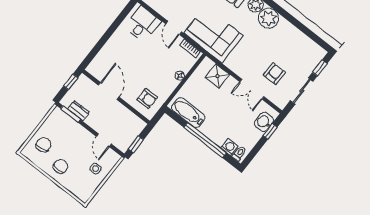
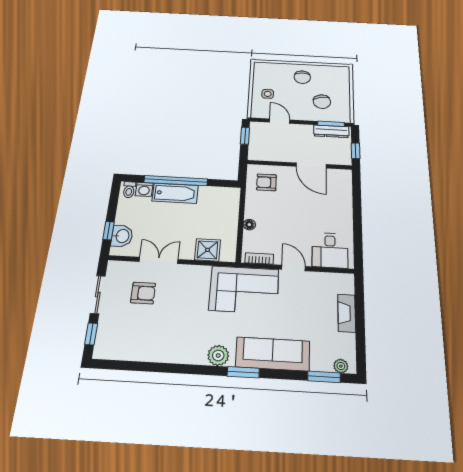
plant: (269, 18) -> (192, 350), removed
armchair: (274, 74) -> (143, 293), turned -90
dresser: (78, 111) -> (331, 131), width x1.44
bathtub: (188, 113) -> (175, 193), moved
chair: (44, 145) -> (322, 102), moved

